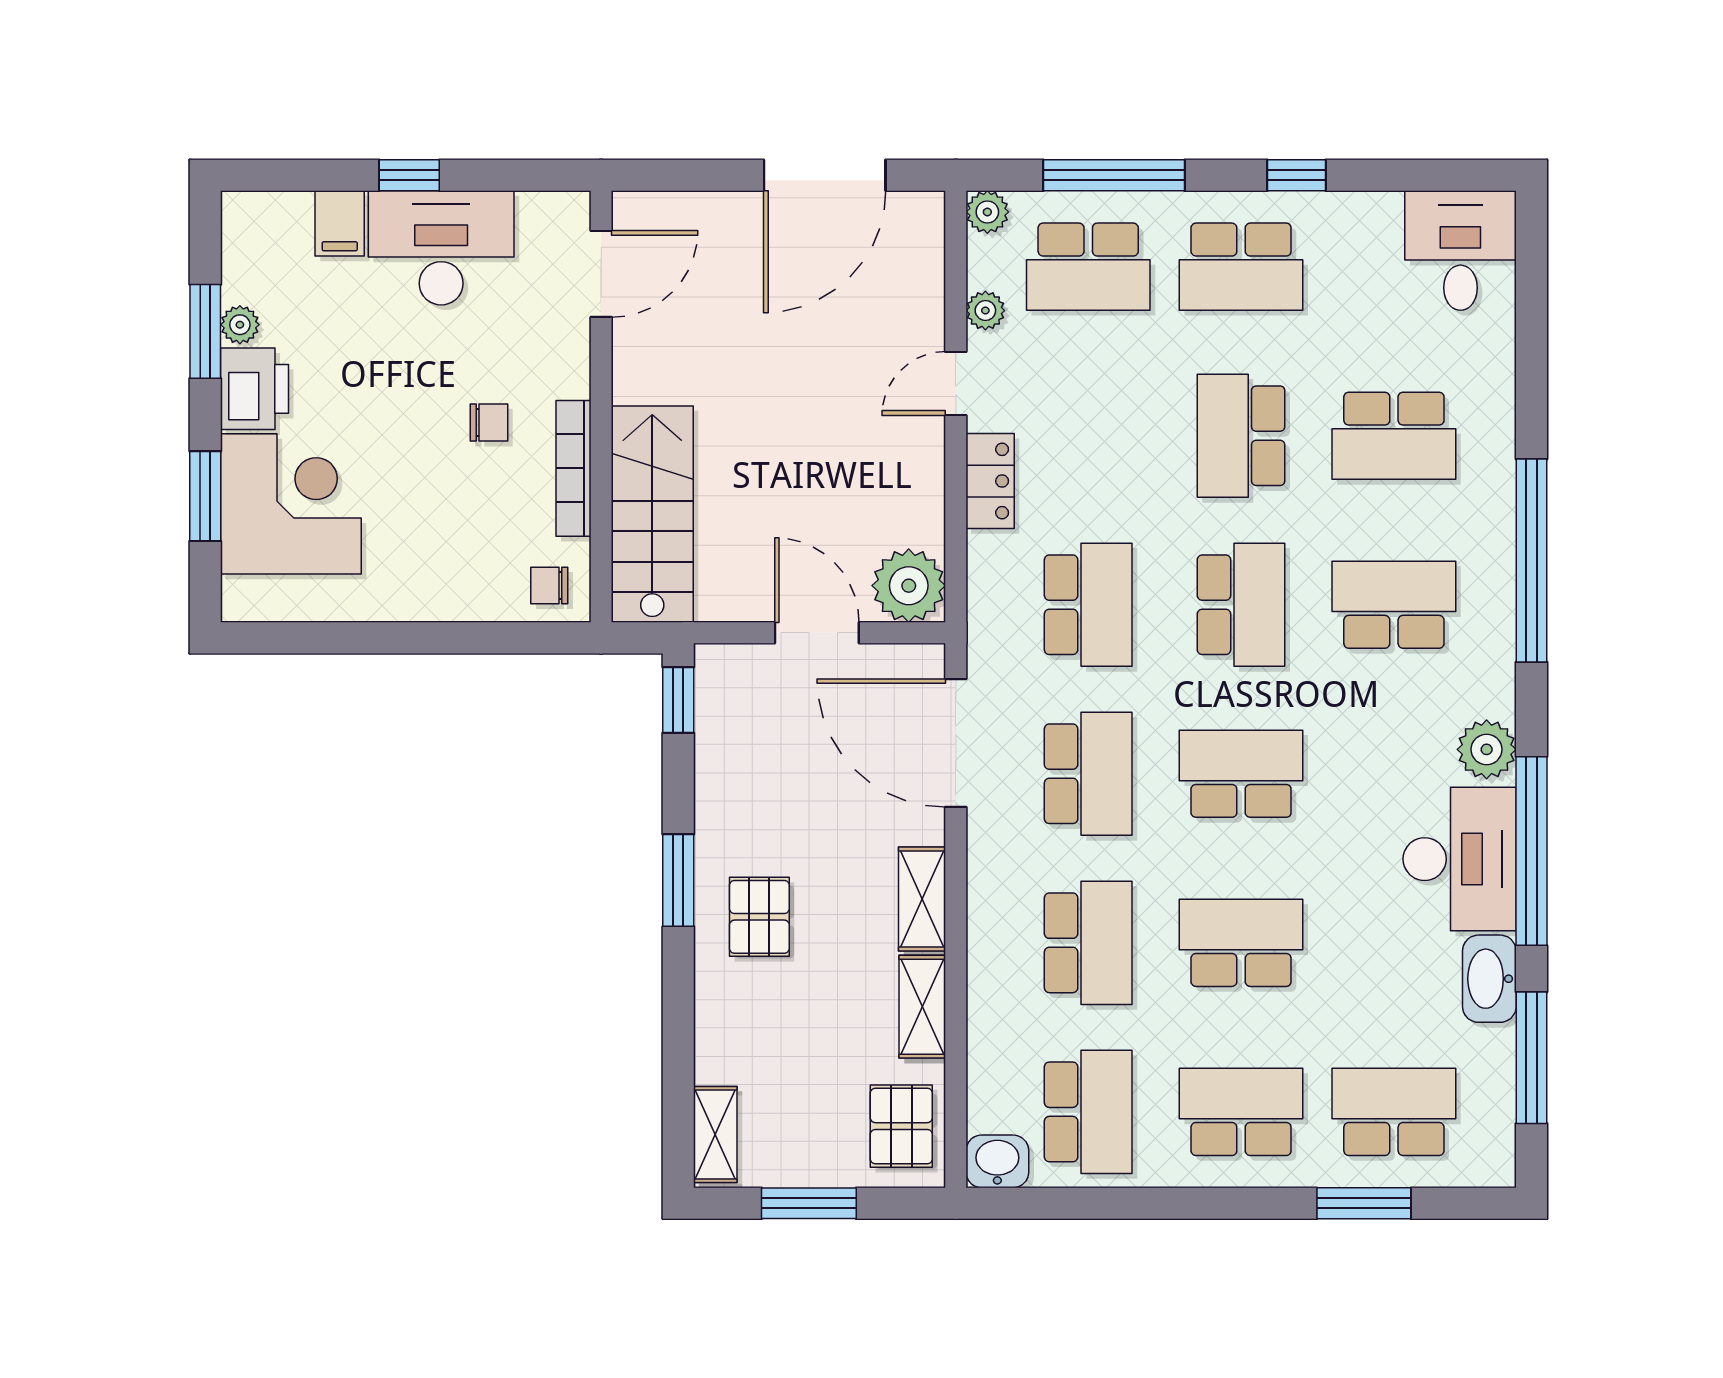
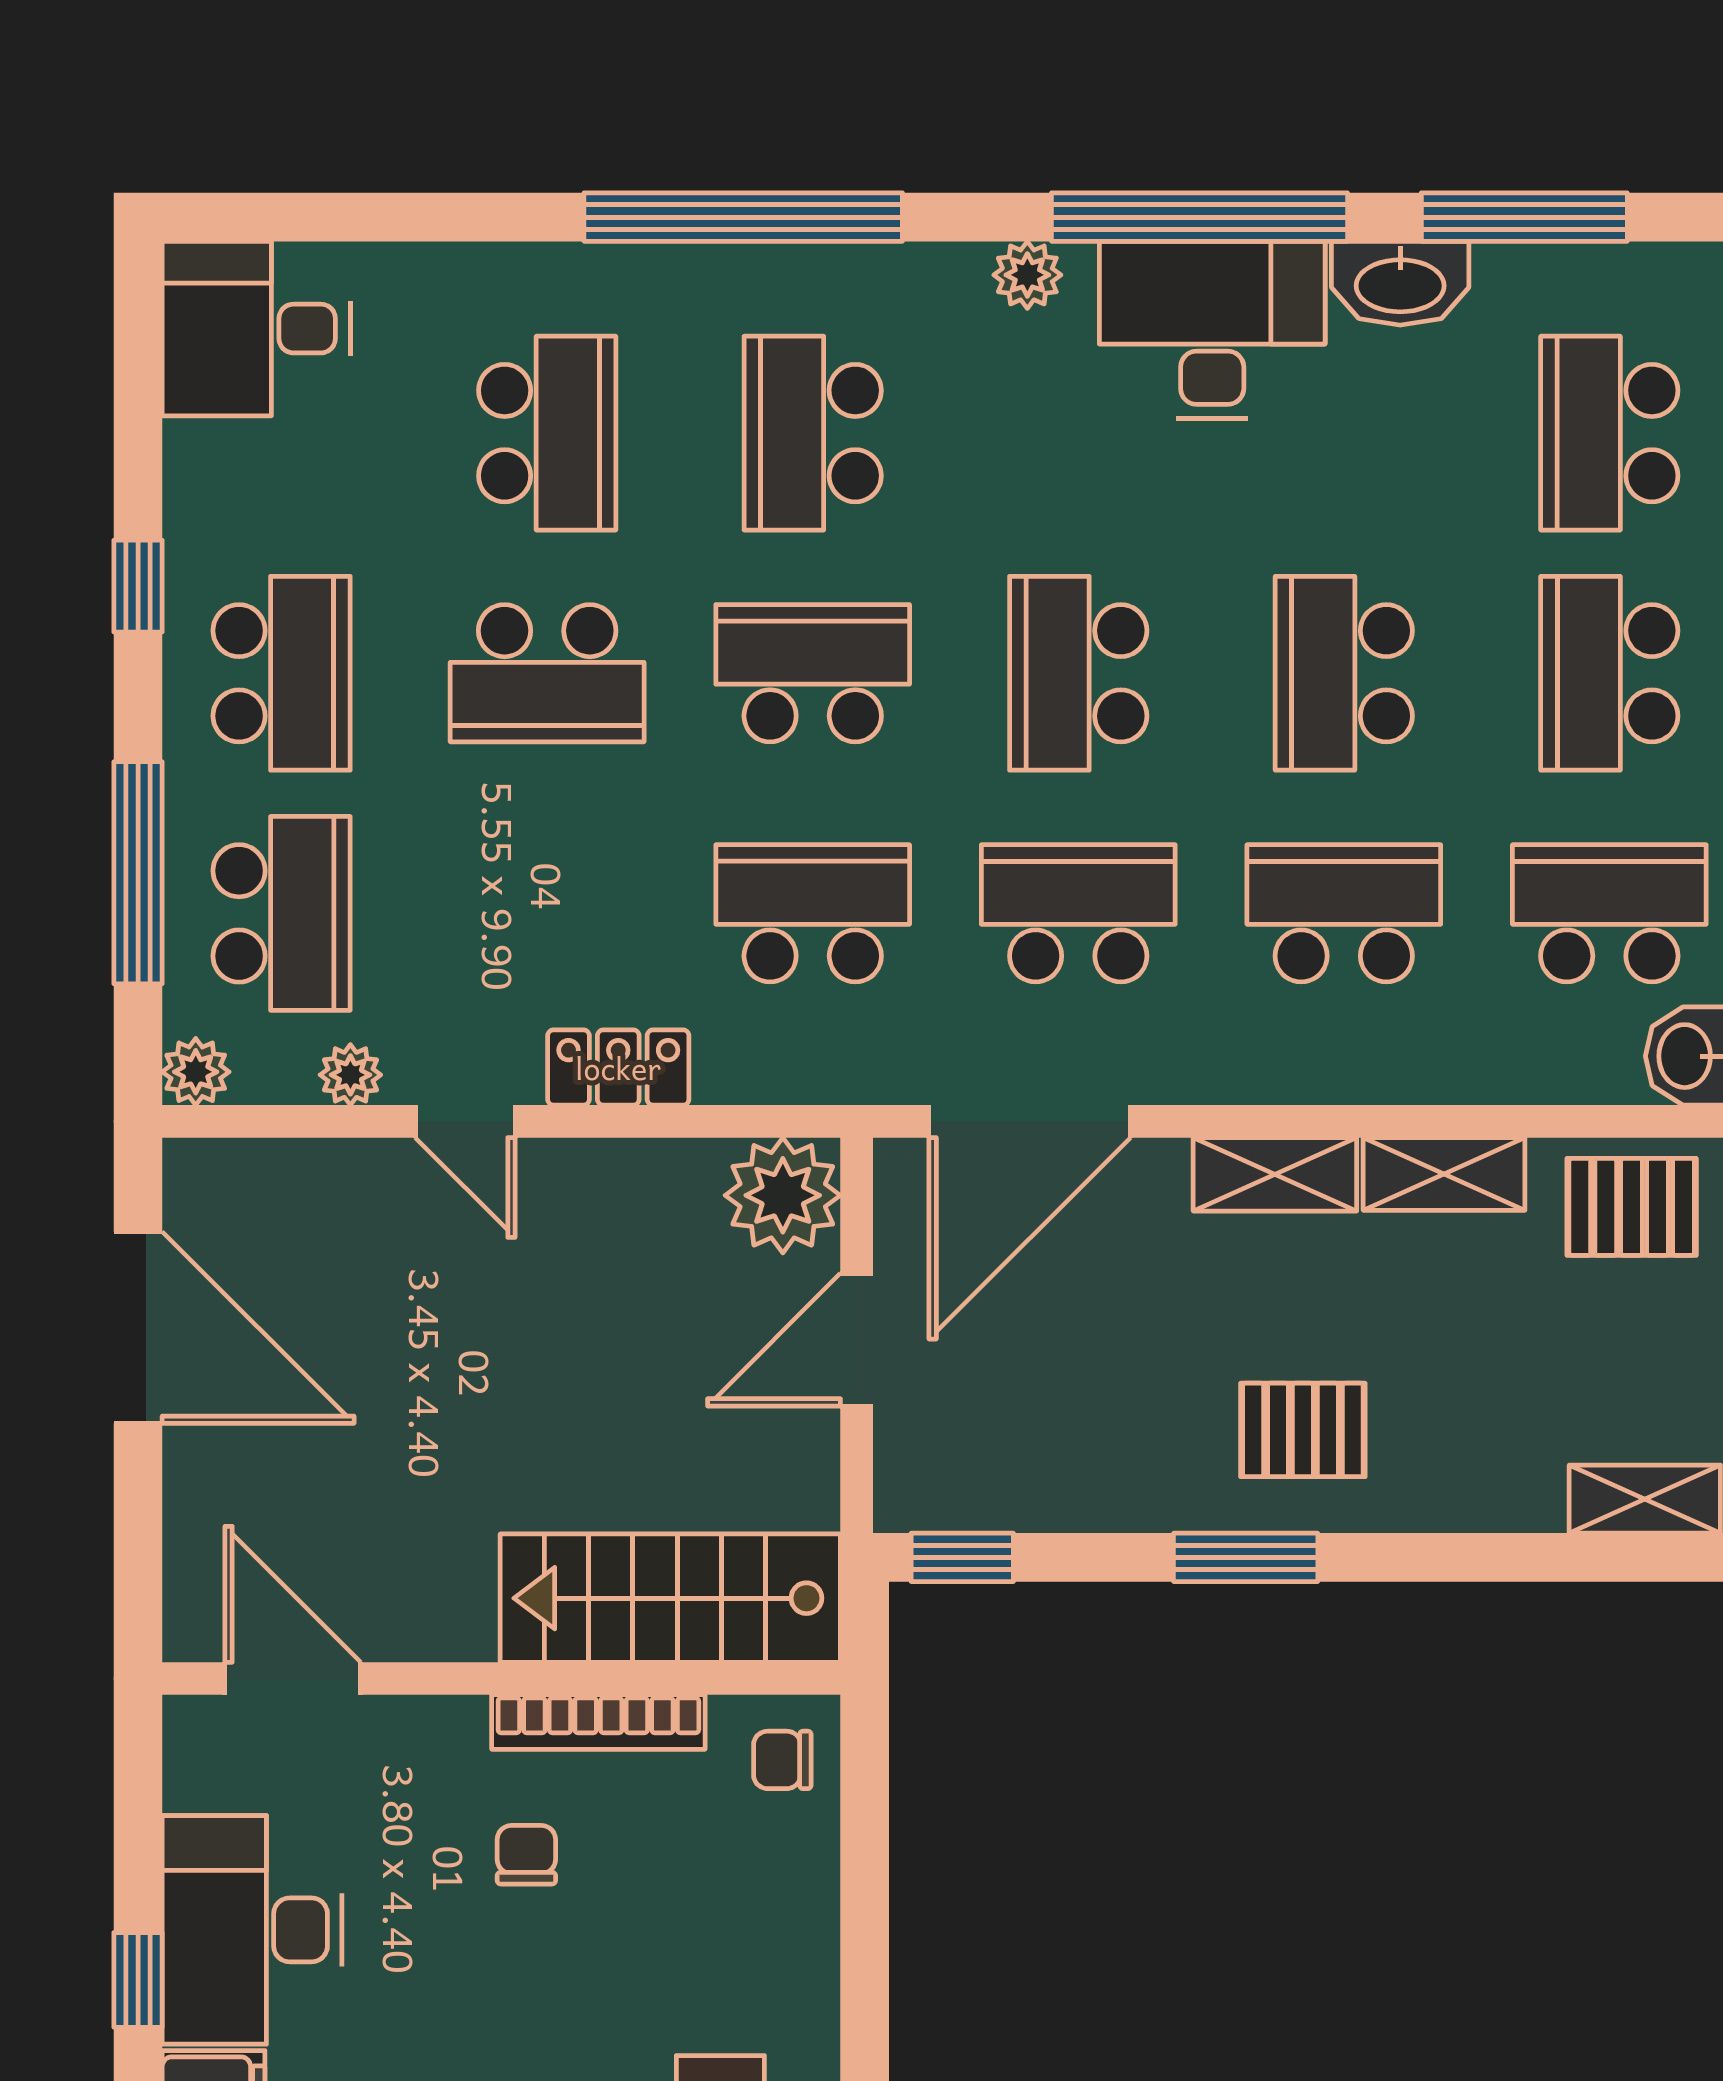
chair: (549, 585) -> (782, 1760), turned 90
plant: (1487, 749) -> (1027, 275), width x0.73, depth x0.73

